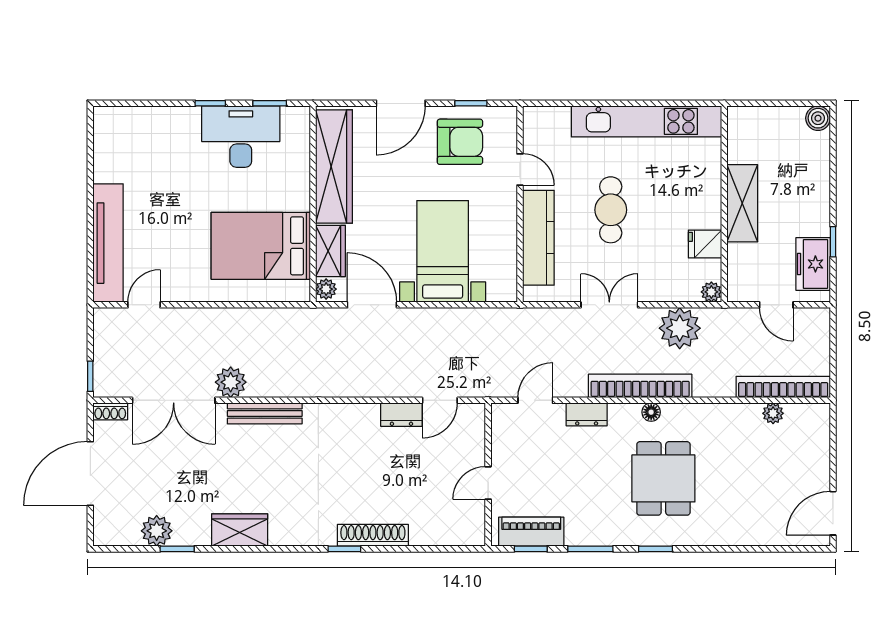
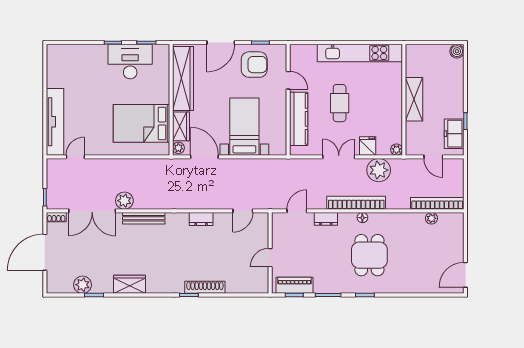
fridge: (705, 244) -> (368, 146), moved, turned 90
dresser: (401, 415) -> (201, 219), moved

